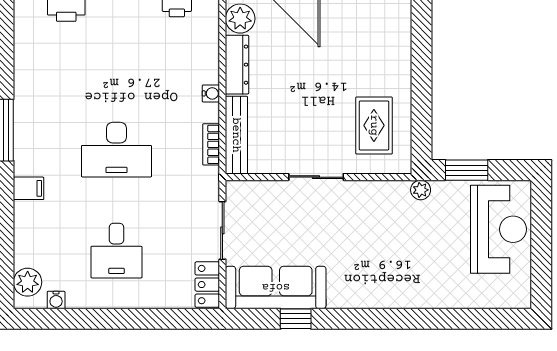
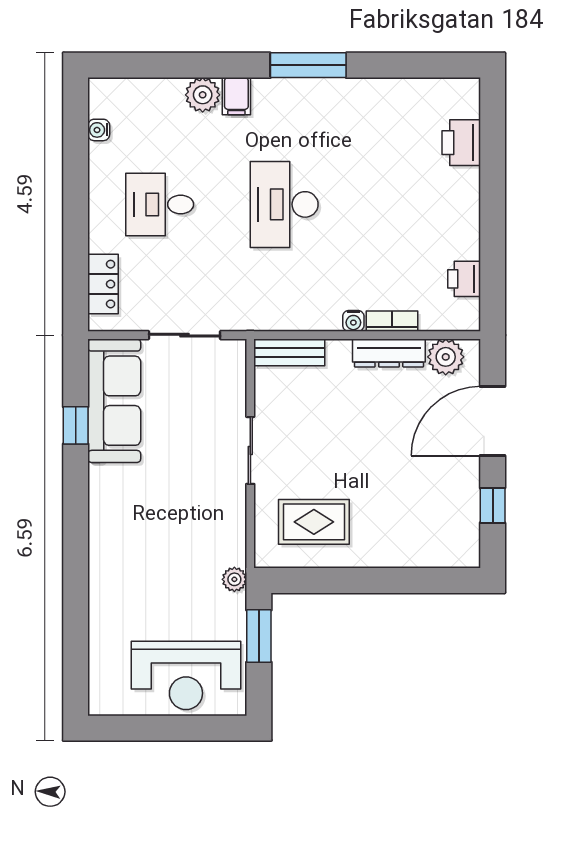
bench: (236, 135) -> (289, 352), width x0.73
bookcase: (211, 144) -> (392, 321), moved
plant: (28, 282) -> (203, 95), moved
locker: (207, 285) -> (103, 284), moved, turned 90

